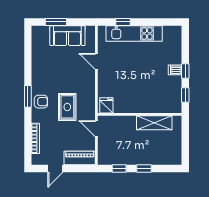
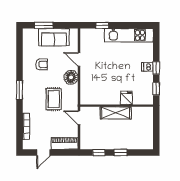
kitchen unit: (134, 33) -> (129, 35), moved
floor lamp: (87, 82) -> (71, 77), added
armchair: (41, 102) -> (42, 64), moved
fridge: (106, 105) -> (126, 98), moved
shelving: (154, 123) -> (116, 113), moved

